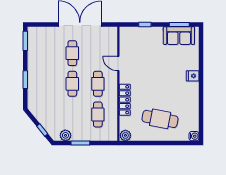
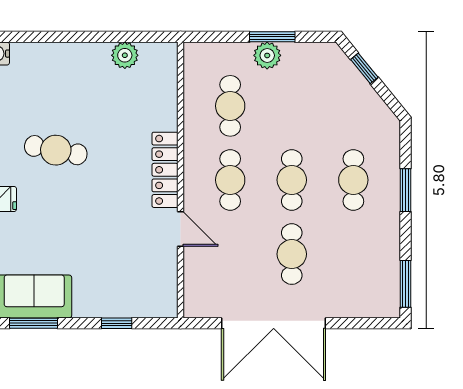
cafe table: (47, 84) -> (353, 180), added
locker: (125, 100) -> (165, 170), moved
cafe table: (160, 119) -> (56, 150), moved, width x0.73, depth x0.74
plant: (65, 135) -> (267, 55), moved
plant: (125, 135) -> (125, 55), moved

